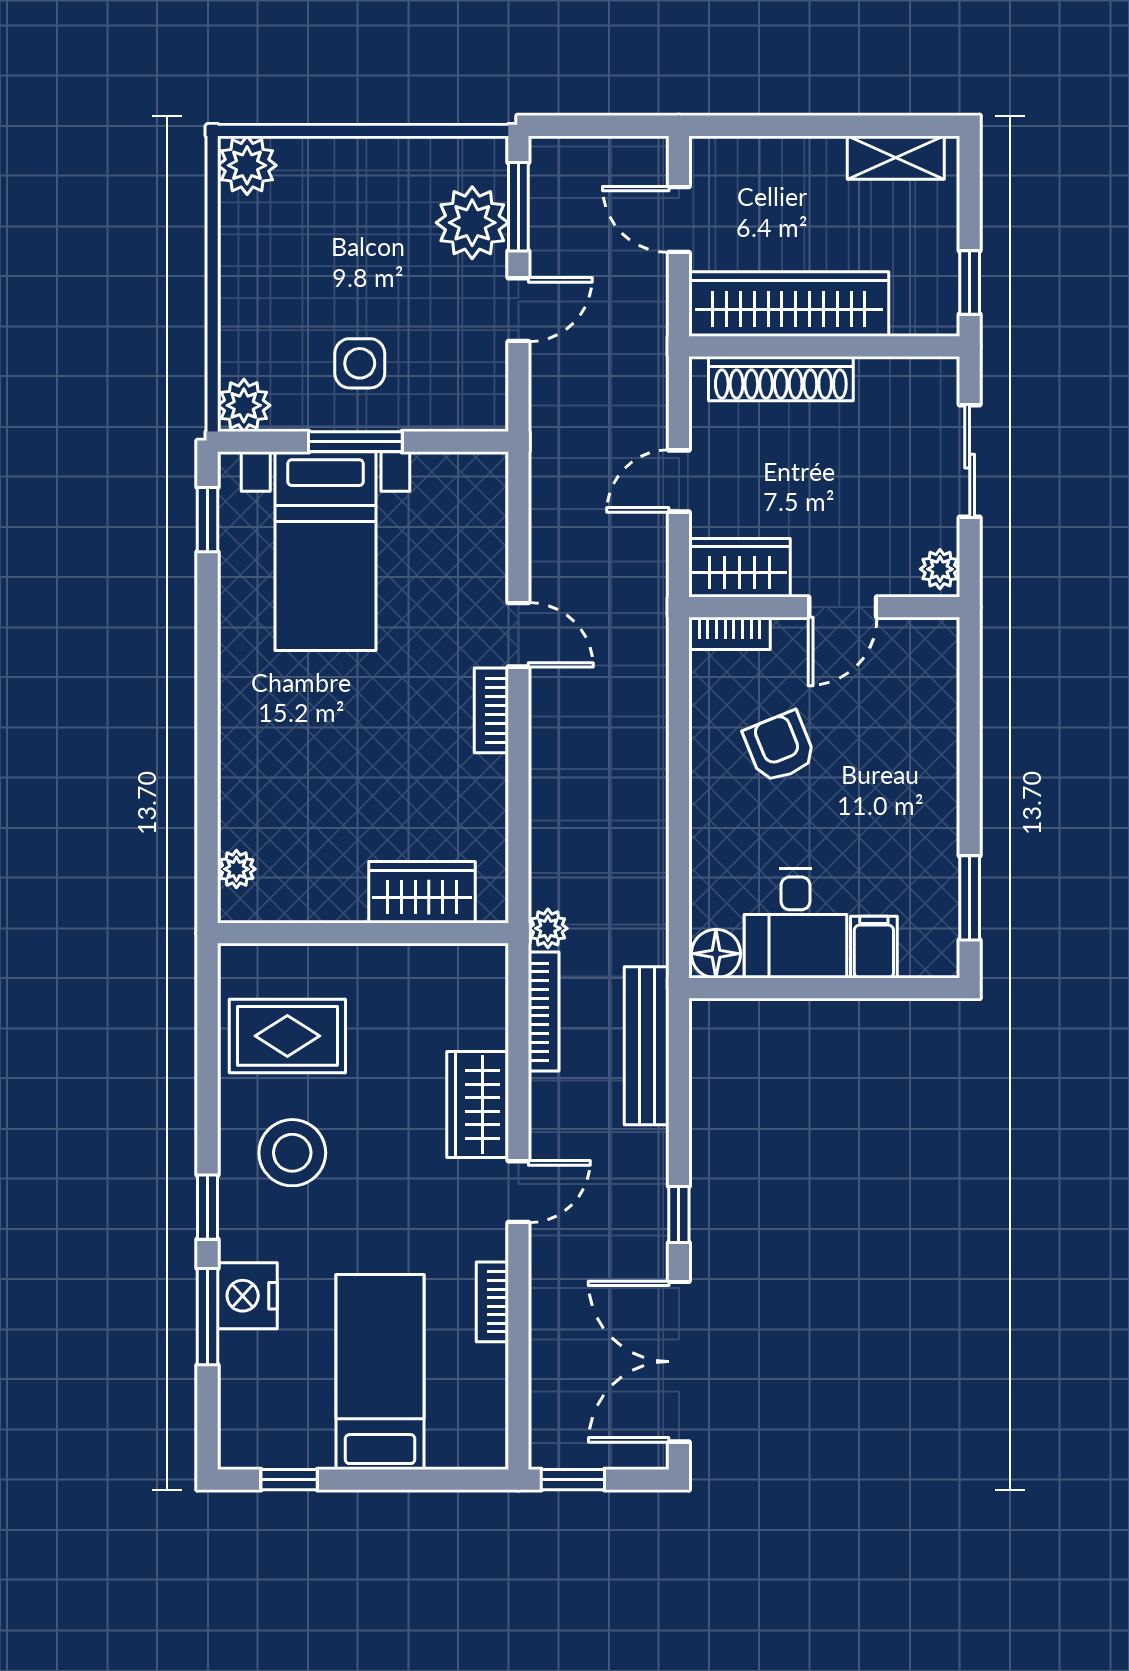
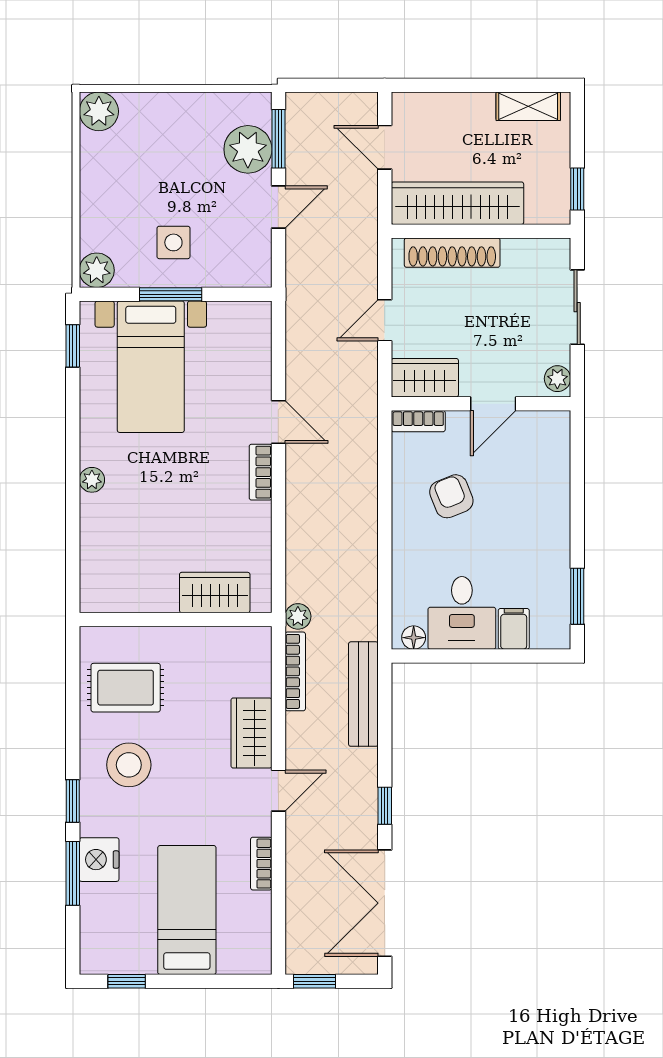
plant: (236, 869) -> (92, 480), moved
floor lamp: (716, 954) -> (414, 638), width x0.73, depth x0.73

